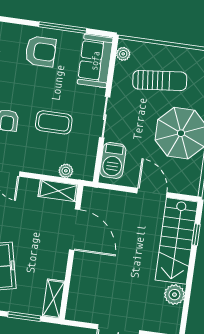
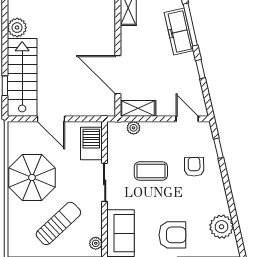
armchair: (41, 51) -> (172, 235), turned 180
sun lounger: (160, 81) -> (58, 223), turned 143

